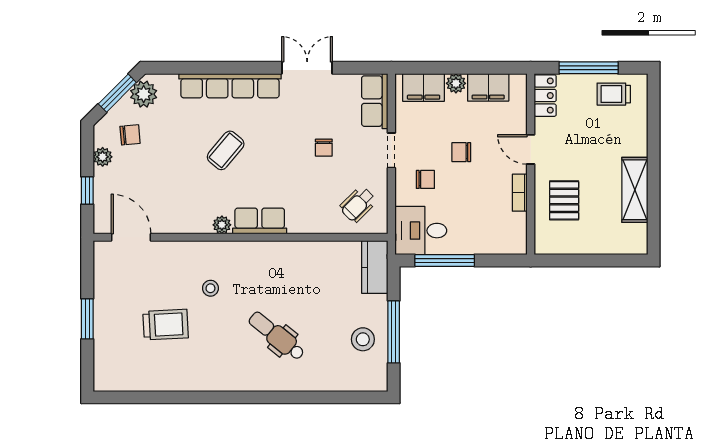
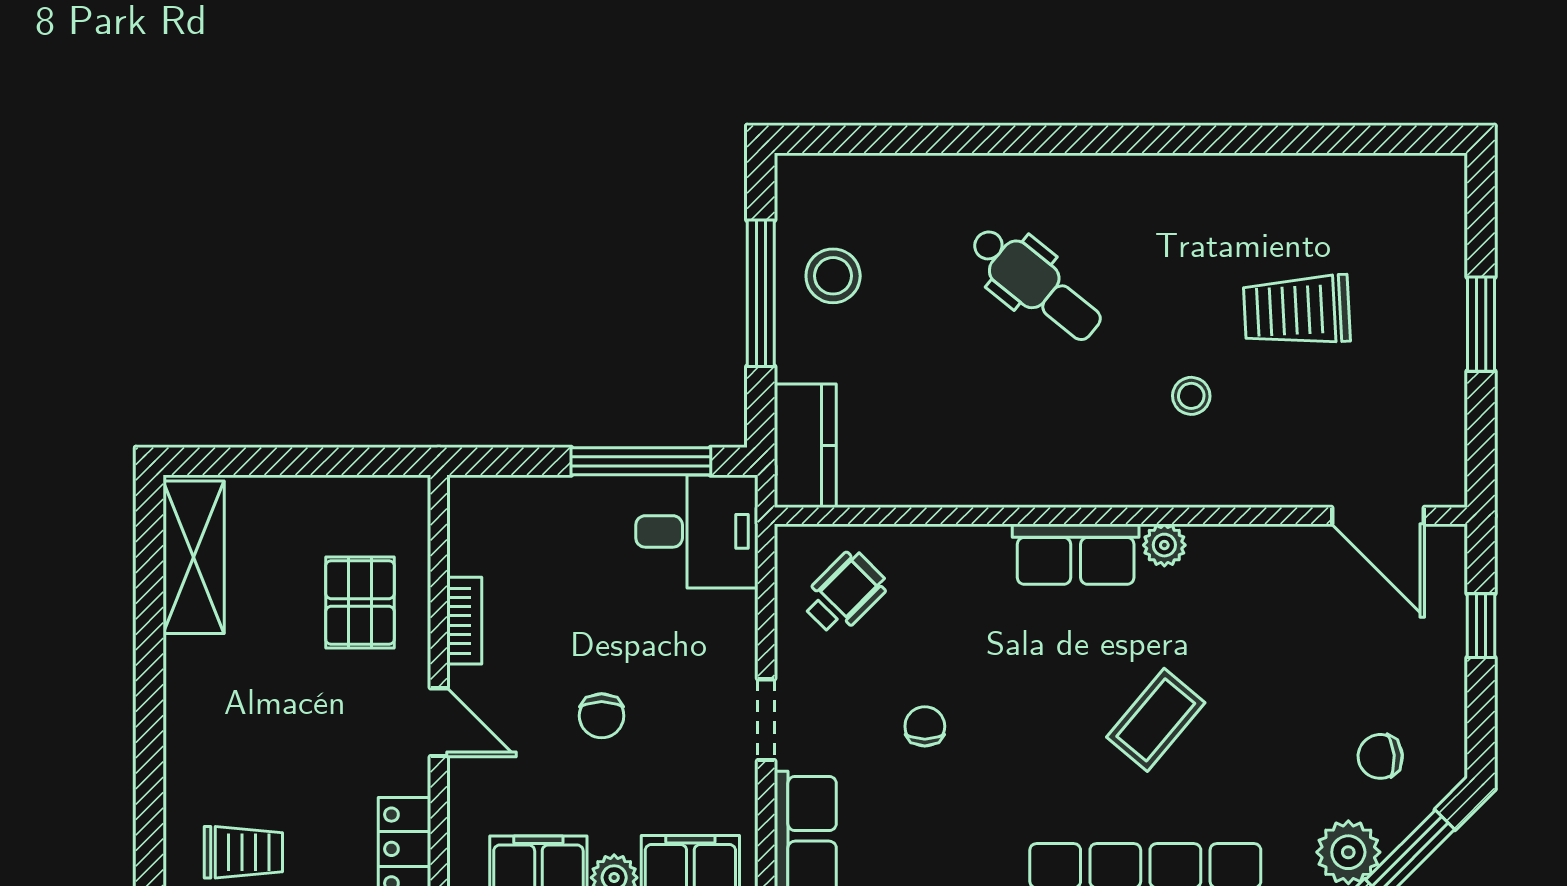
chair: (461, 152) -> (602, 716), turned 90
plant: (103, 157) -> (1445, 705), removed
chair: (425, 179) -> (686, 652), removed
shelving: (635, 190) -> (194, 557), moved

